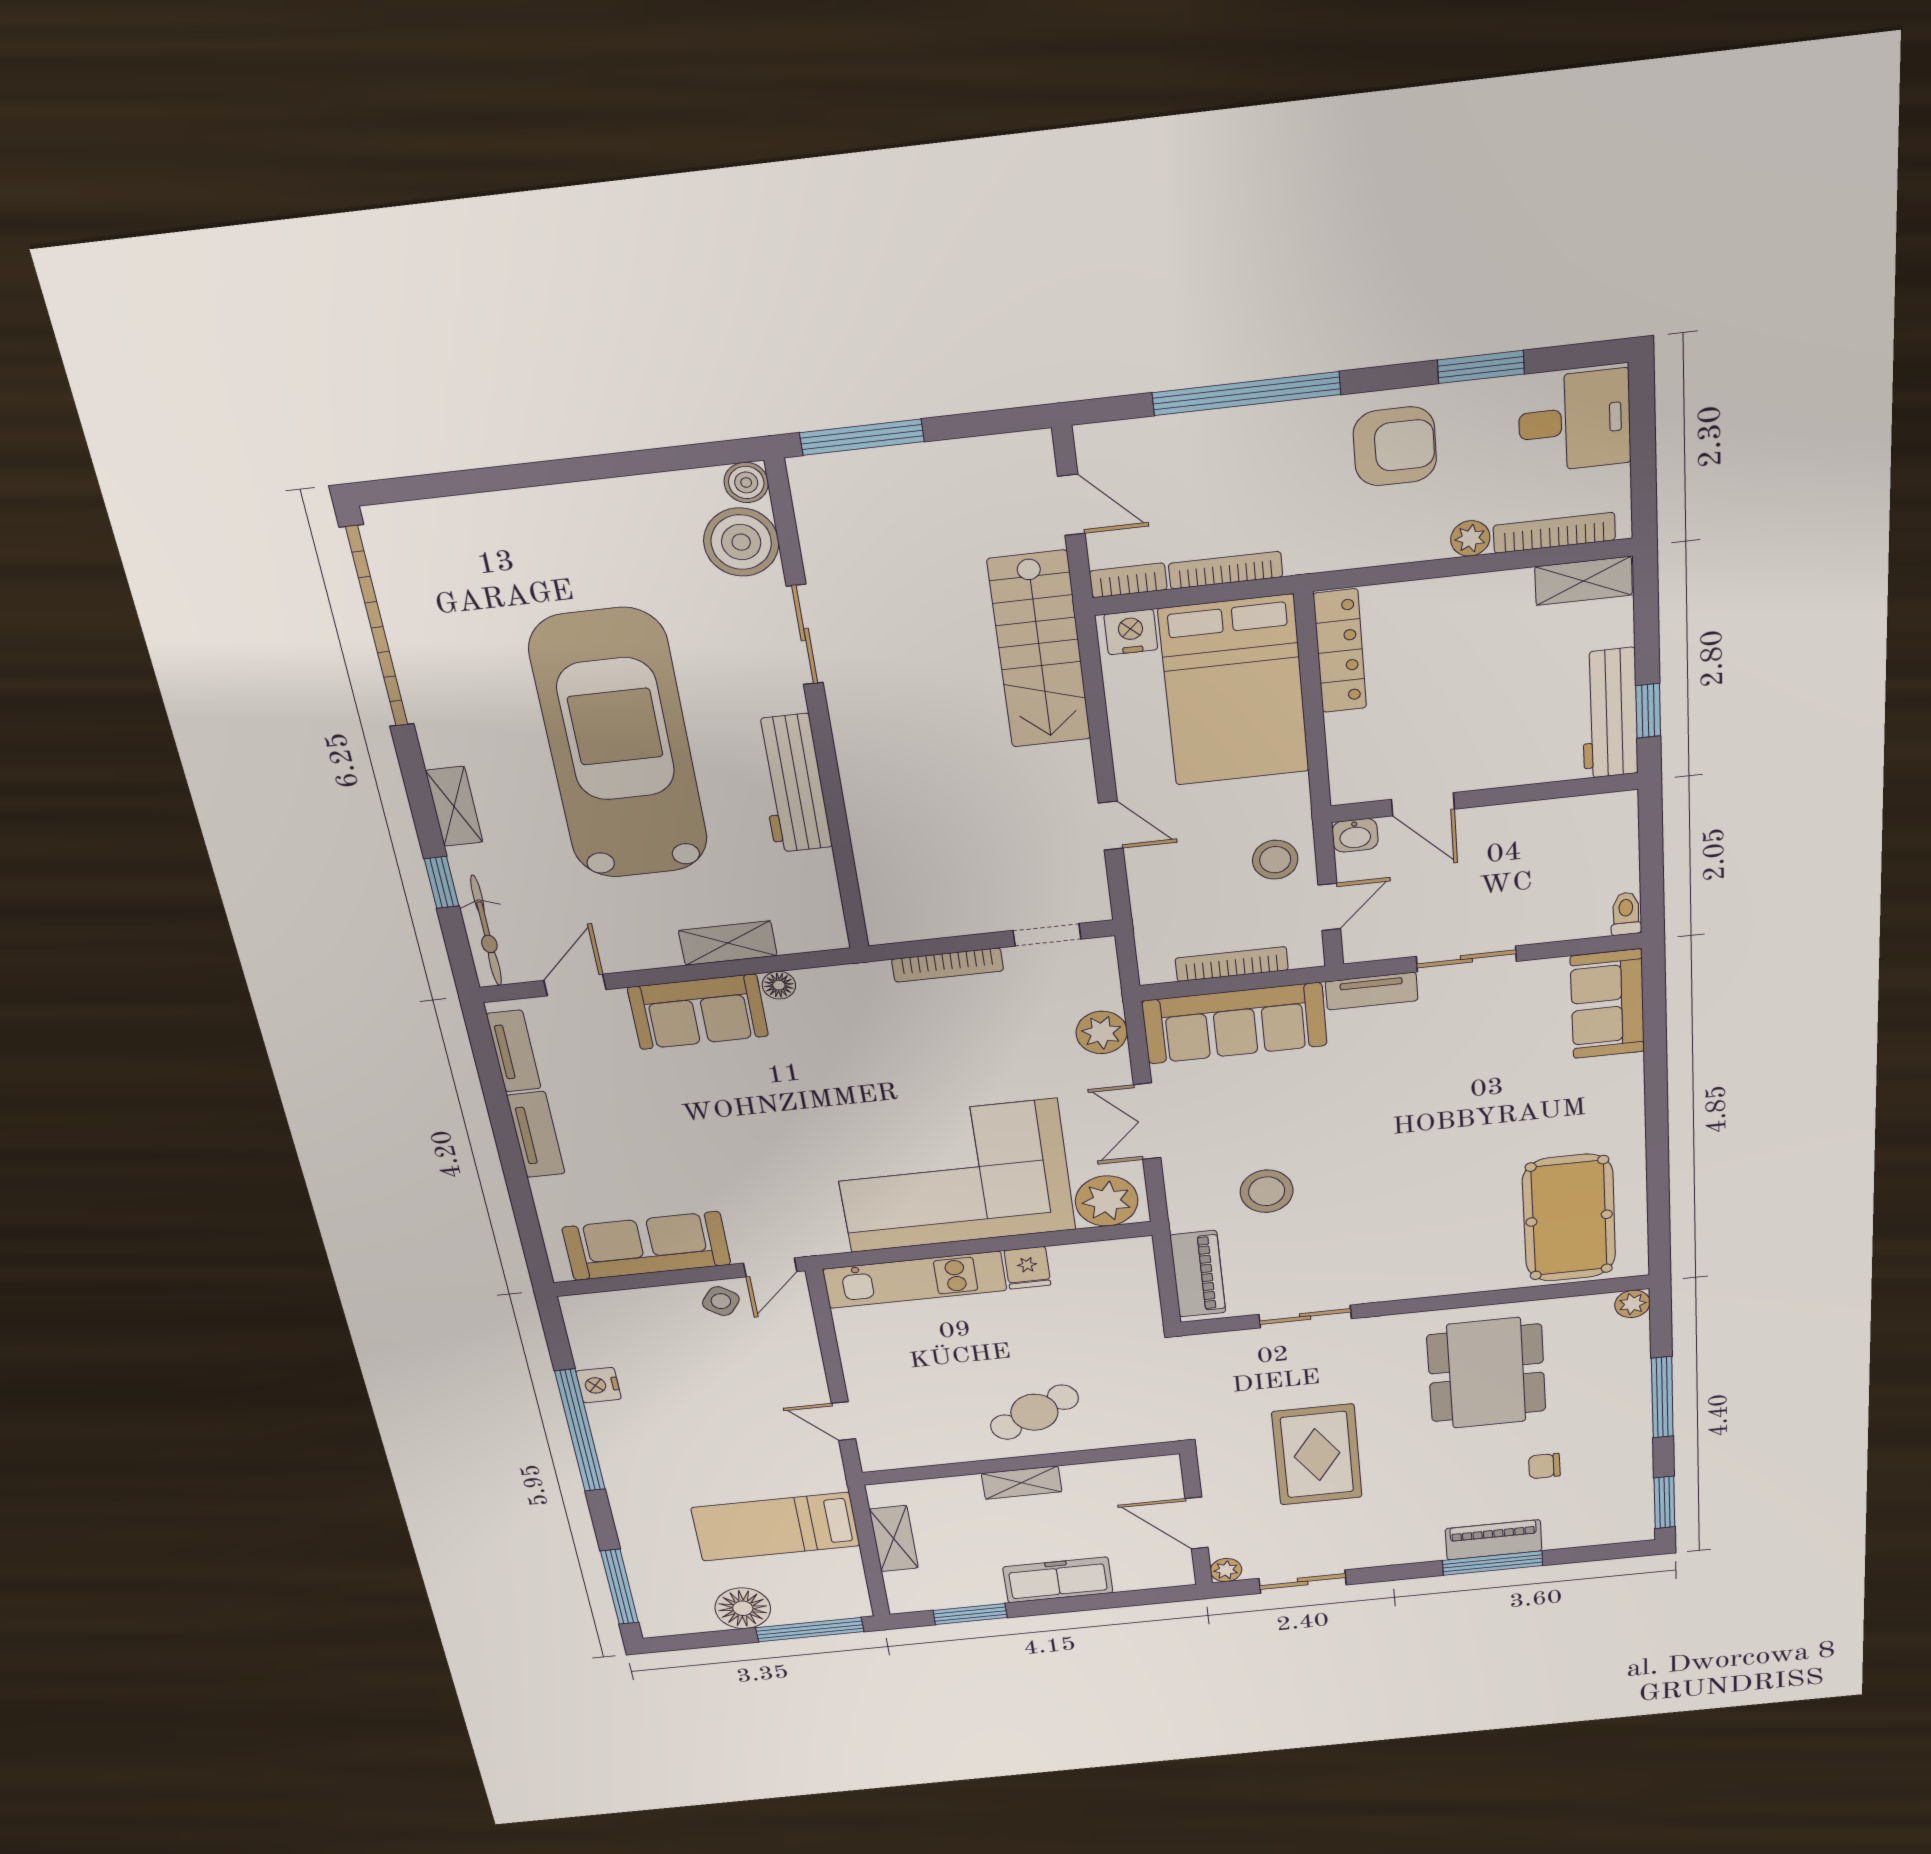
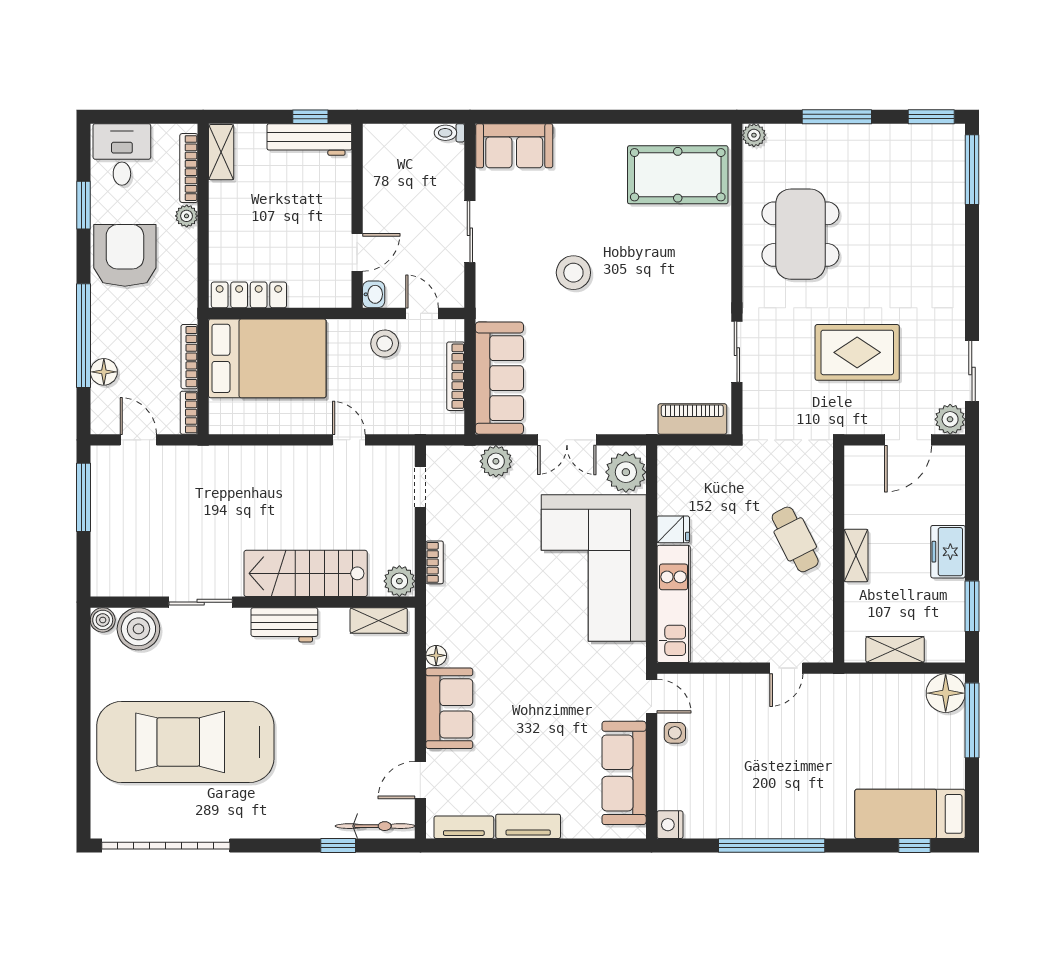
floor lamp: (1185, 435) -> (104, 372), added
window: (862, 437) -> (83, 497), moved
armchair: (1395, 446) -> (125, 255), width x1.36, depth x1.36
door: (1071, 505) -> (138, 440), hinge flipped
nightstand: (1131, 632) -> (222, 415), removed
stairs: (1039, 650) -> (306, 573), moved, turned 180
car: (619, 745) -> (185, 742), moved
workbench: (792, 784) -> (284, 625), width x0.73
shelving: (454, 806) -> (287, 827), removed
door: (1111, 826) -> (349, 440), hinge flipped
plant: (890, 922) -> (399, 581), added
shelving: (728, 943) -> (379, 620), moved, turned 90
bookcase: (948, 965) -> (435, 562), width x0.64
door: (575, 985) -> (420, 780), hinge flipped
tv unit: (1372, 991) -> (486, 291), removed
stool: (1267, 1191) -> (573, 273), moved
side table: (721, 1301) -> (675, 733), turned -36
dining table: (1486, 1373) -> (800, 234), turned 90
nightstand: (599, 1385) -> (670, 825), moved, turned 90
chair: (1544, 1466) -> (888, 198), removed
bed: (776, 1527) -> (910, 814), moved, turned 90
piano: (1494, 1540) -> (950, 236), removed
window: (1493, 1563) -> (972, 170), moved
plant: (1226, 1570) -> (950, 419), width x1.38, depth x1.38
freezer: (1058, 1580) -> (948, 552), width x0.71
window: (620, 1587) -> (915, 846), width x0.46
floor lamp: (743, 1608) -> (946, 693), moved

